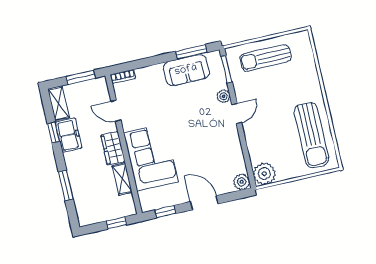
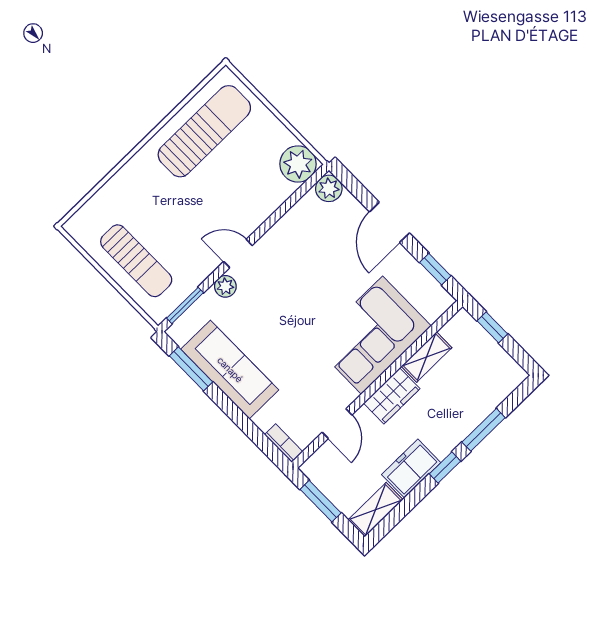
sofa: (186, 70) -> (230, 370), width x1.36
window: (54, 133) -> (445, 468), moved

